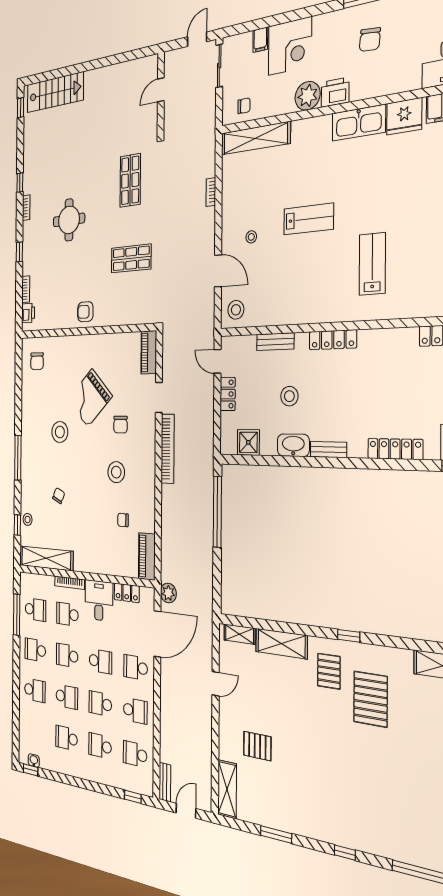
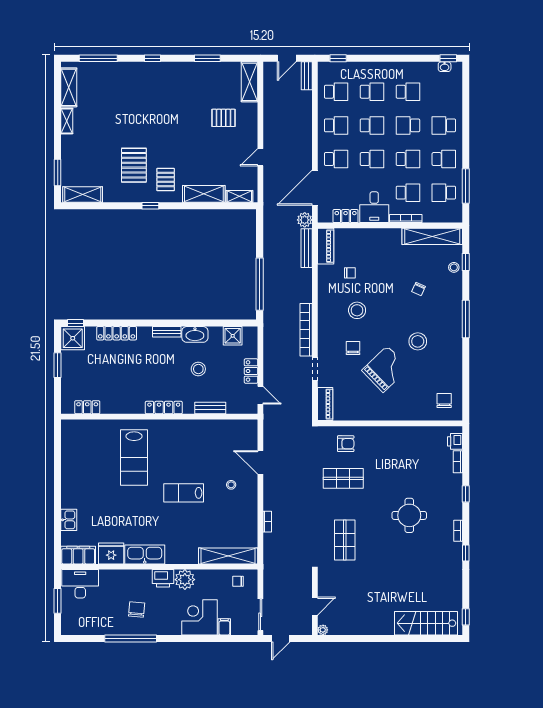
plant: (153, 61) -> (323, 630), added
lab bench: (372, 264) -> (134, 457), width x1.36, depth x1.39
stool: (236, 310) -> (244, 433), removed
armchair: (85, 312) -> (346, 444), moved
bench: (166, 556) -> (307, 248), added
school desk: (101, 661) -> (372, 159), turned 180
school desk: (135, 711) -> (336, 125), turned 180

